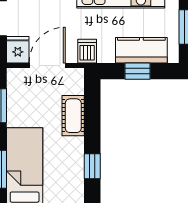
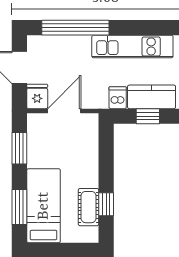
dishwasher: (87, 51) -> (118, 98), moved
cot: (73, 116) -> (88, 207), moved

